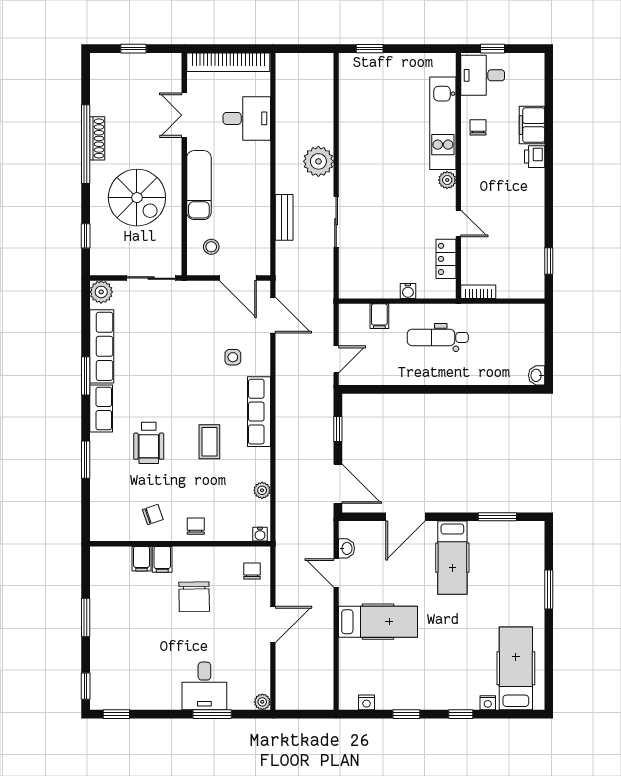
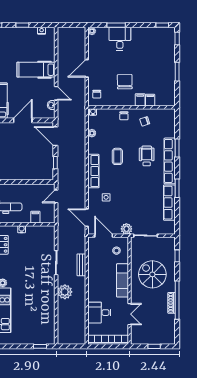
plant: (101, 292) -> (126, 229), moved
row of seats: (101, 408) -> (170, 161), width x2.02

